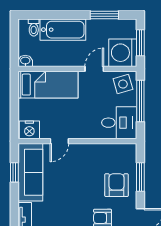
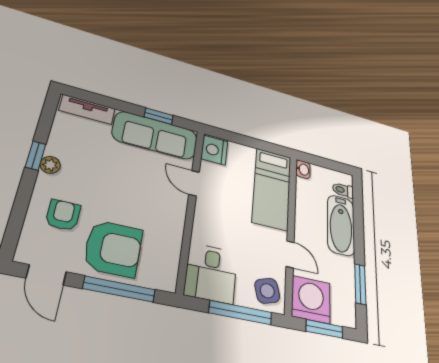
window: (140, 177) -> (119, 289), width x1.44
armchair: (117, 185) -> (113, 248), width x1.36, depth x1.36

